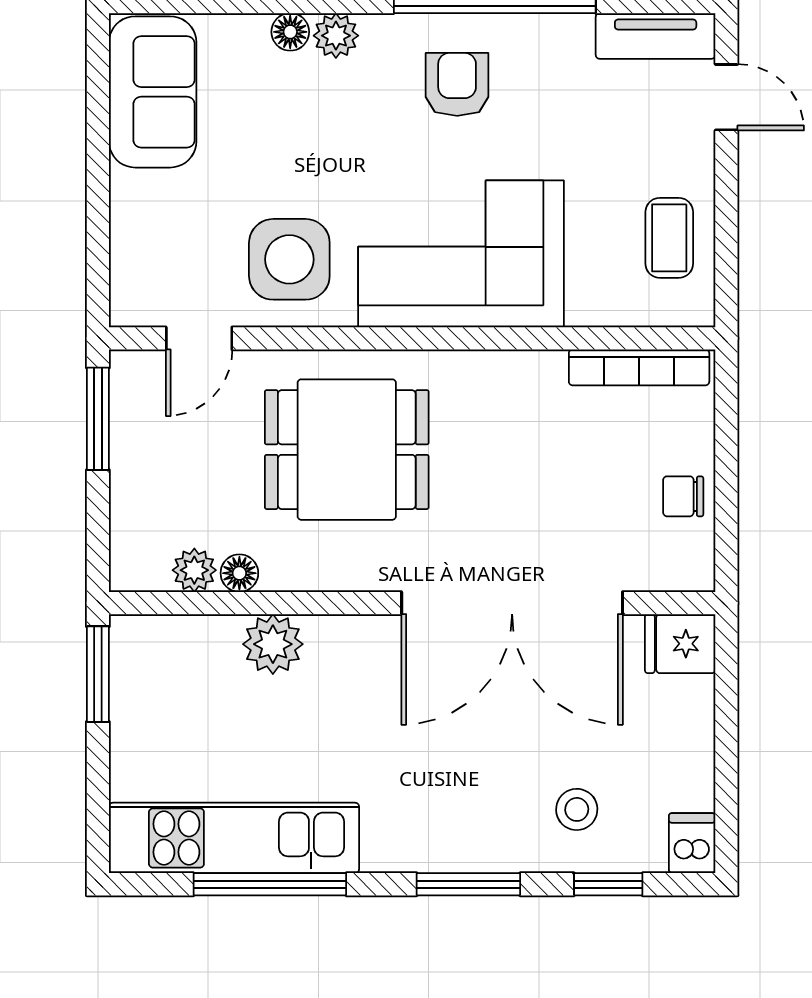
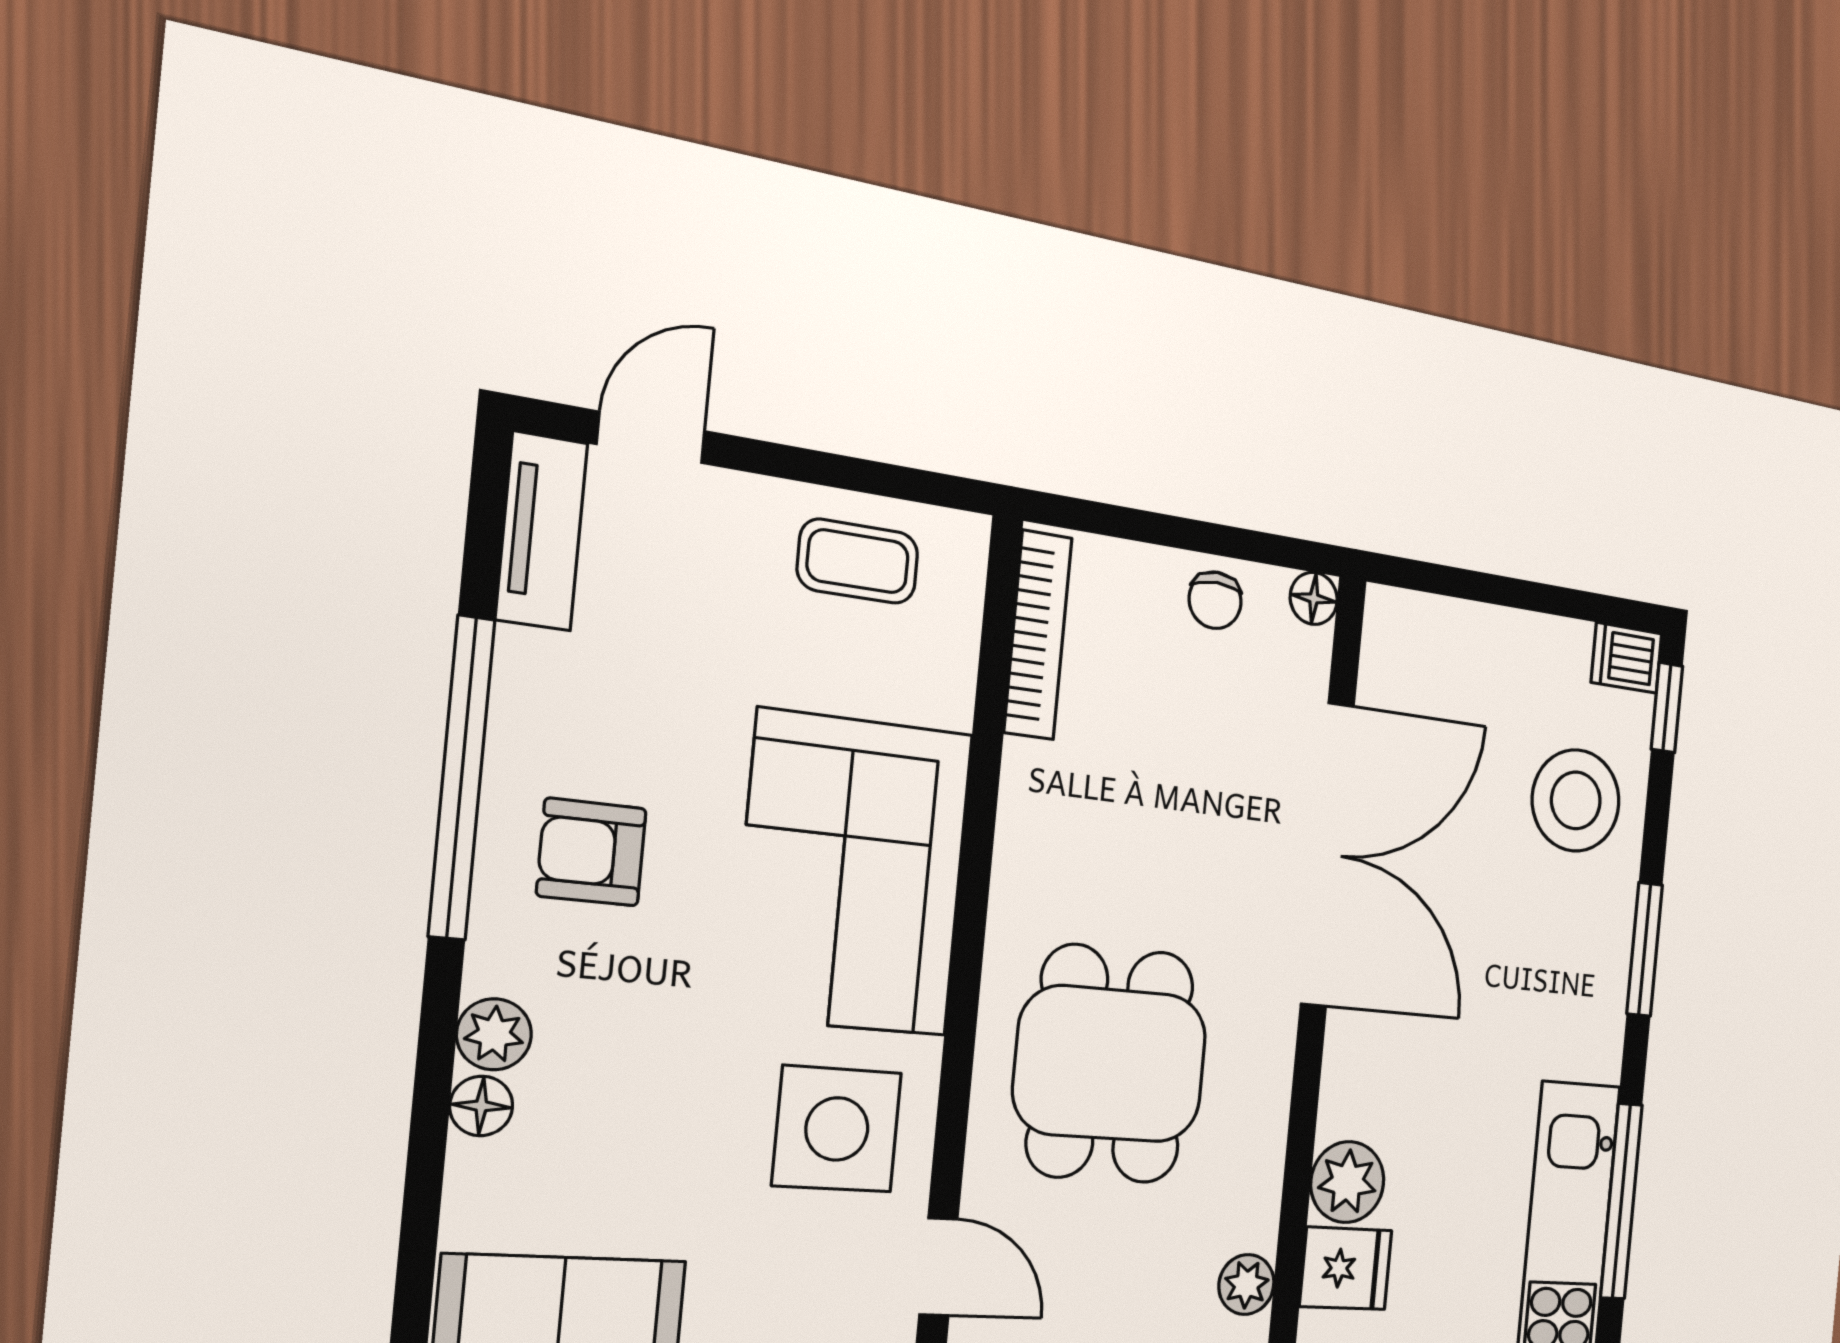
floor lamp: (239, 573) -> (1314, 598), moved
fridge: (680, 644) -> (1346, 1268), moved, turned -90
stool: (577, 809) -> (1576, 800), width x1.89, depth x1.89
window: (608, 884) -> (1667, 708), moved

